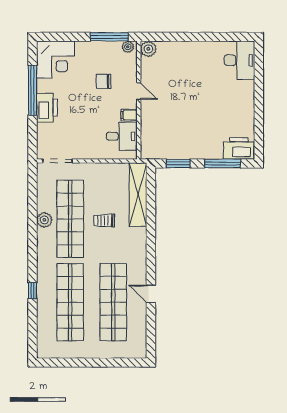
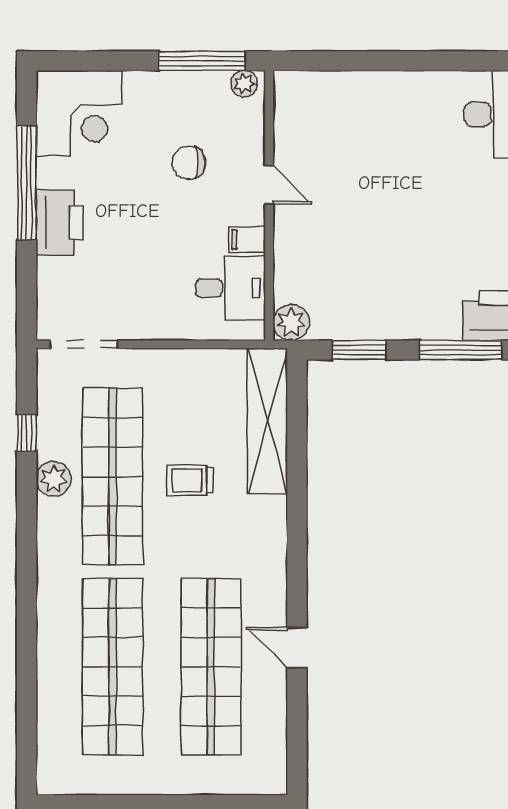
plant: (148, 49) -> (291, 322), moved
window: (33, 291) -> (27, 433), moved

